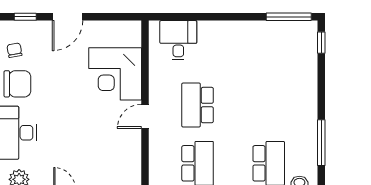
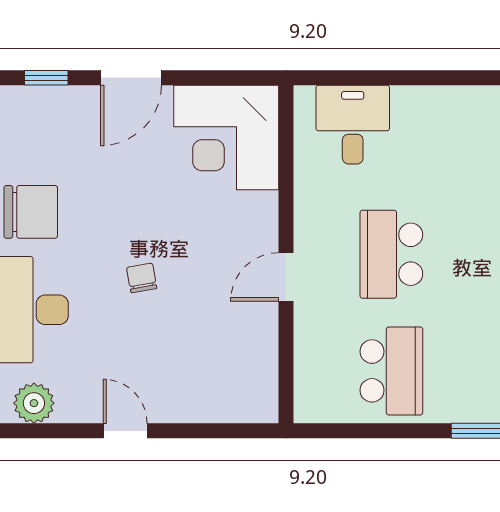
chair: (14, 50) -> (142, 278), moved
corner desk: (115, 74) -> (226, 137), moved

